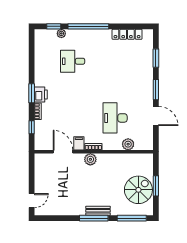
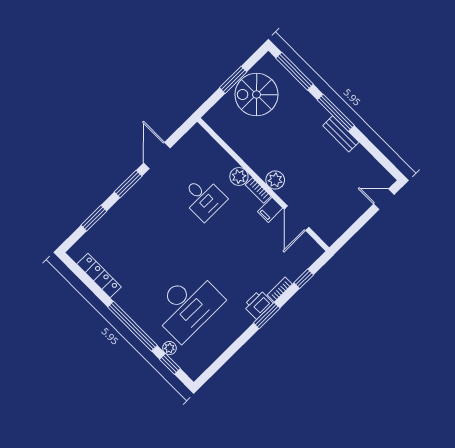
desk: (73, 61) -> (187, 306), width x1.87, depth x1.30
desk: (115, 118) -> (203, 198), width x0.73
plant: (128, 144) -> (239, 177), moved
bench: (98, 211) -> (341, 134), moved

